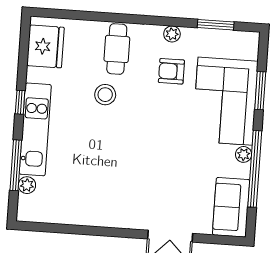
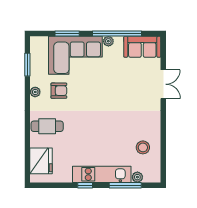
fridge: (45, 46) -> (41, 161), moved, turned 90
armchair: (171, 71) -> (59, 91), turned -90
stool: (105, 95) -> (143, 147), moved

